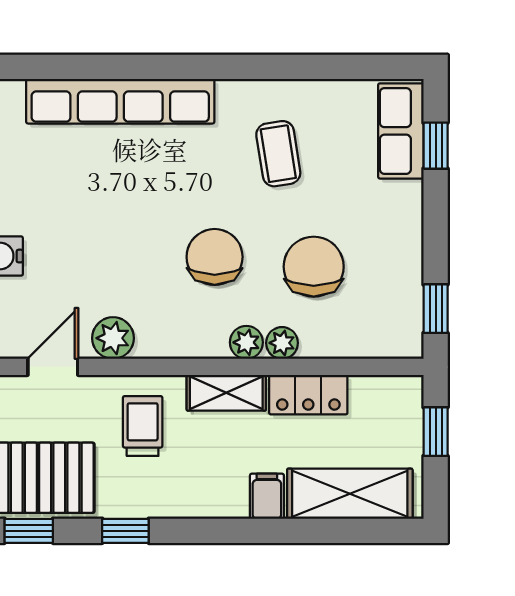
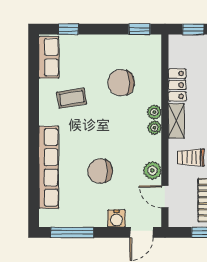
row of seats: (401, 131) -> (49, 57), moved, turned -90
chair: (215, 257) -> (100, 171), moved
plant: (282, 343) -> (155, 128), moved

